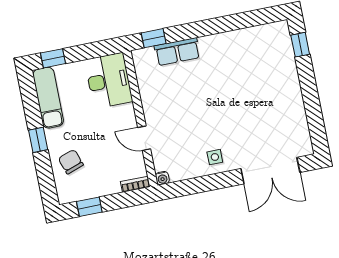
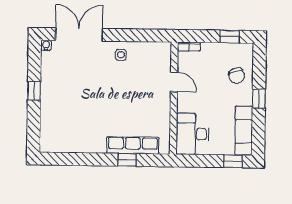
window: (154, 38) -> (127, 160), moved
window: (300, 45) -> (34, 91), moved
row of seats: (177, 52) -> (133, 145), width x1.48
water cooler: (162, 178) -> (46, 45), moved

